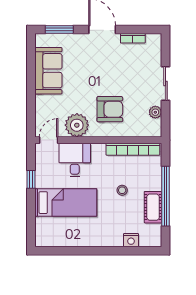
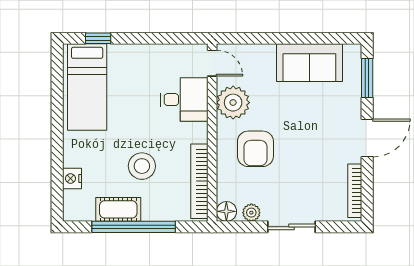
bookcase: (133, 38) -> (355, 191), width x1.56
floor lamp: (155, 130) -> (226, 211), added
window: (31, 179) -> (98, 38), moved
stool: (122, 190) -> (142, 166), width x1.89, depth x1.89
bed: (66, 203) -> (87, 87), moved

